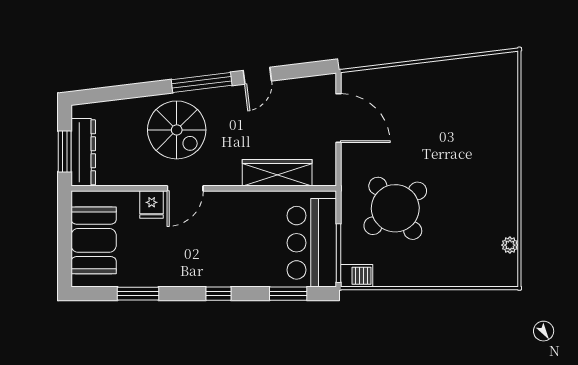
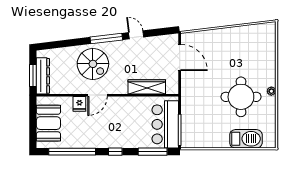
door: (257, 76) -> (136, 35), swing flipped
round table: (395, 208) -> (241, 97), moved, turned 38
plant: (510, 245) -> (271, 91), moved
barbecue: (357, 276) -> (246, 139), moved, width x1.88, depth x1.53
window: (138, 294) -> (72, 152), width x2.11
window: (288, 294) -> (153, 152), width x1.44

